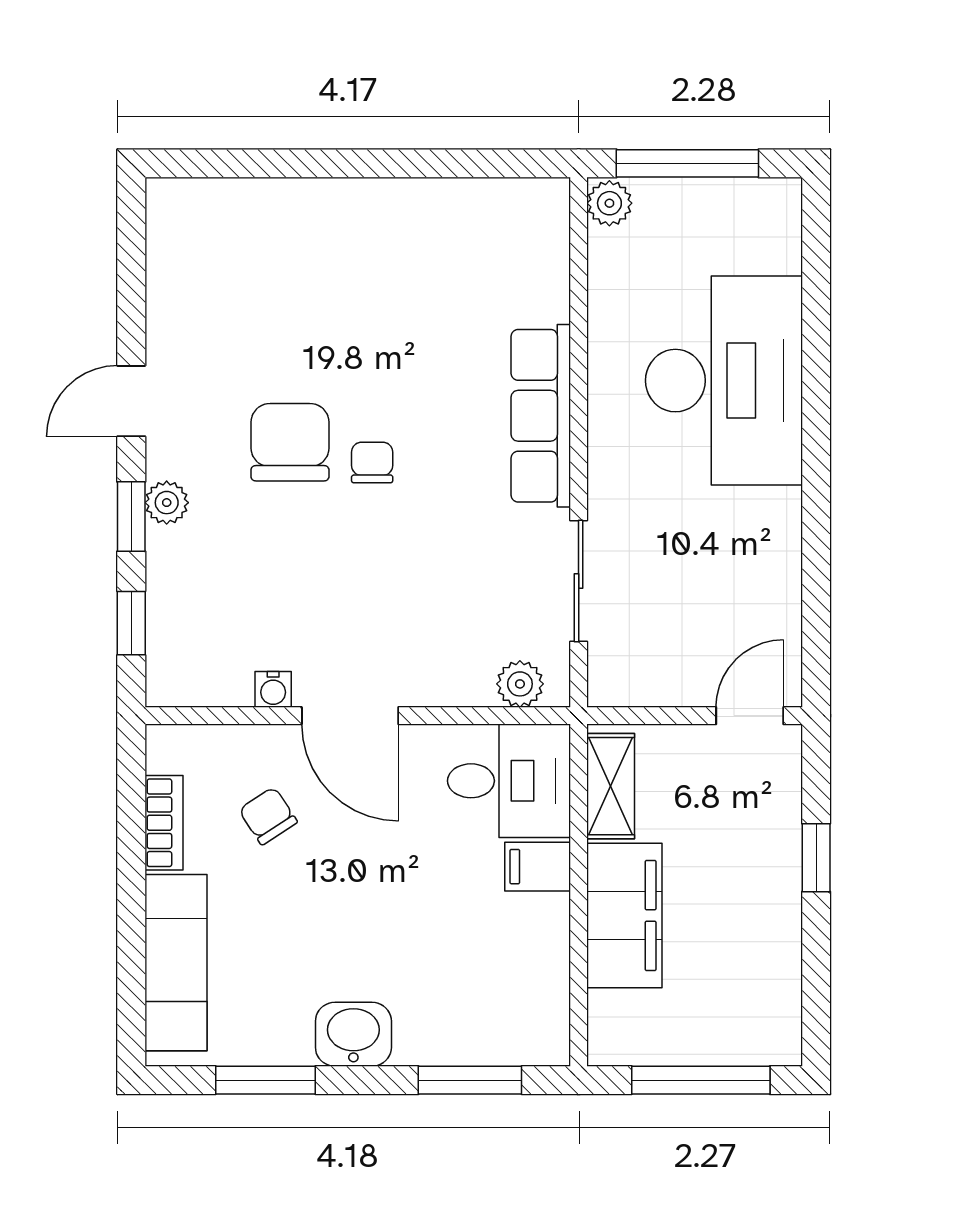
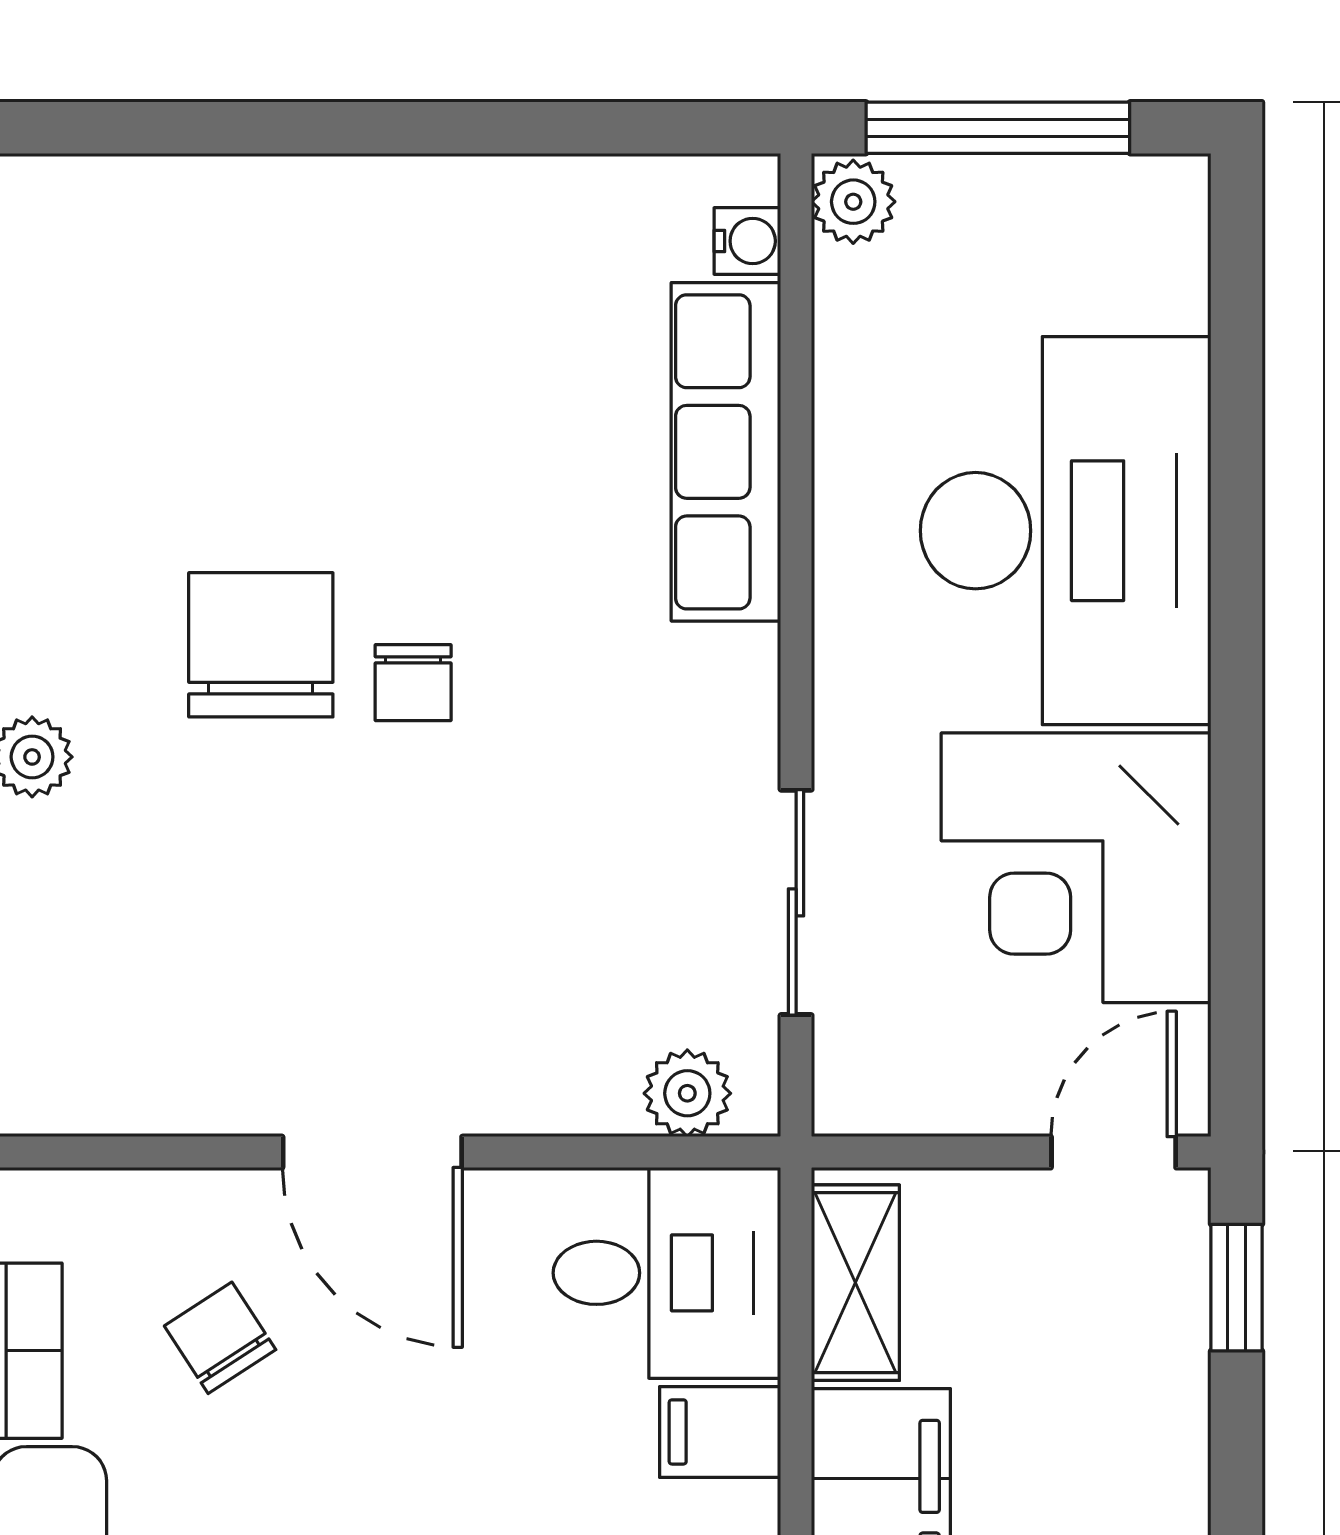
row of seats: (541, 416) -> (726, 452), moved
chair: (372, 463) -> (413, 683), turned 180
corner desk: (730, 562) -> (1076, 868), added
water cooler: (273, 689) -> (747, 241), moved, turned -90
window: (816, 858) -> (1236, 1288), moved

